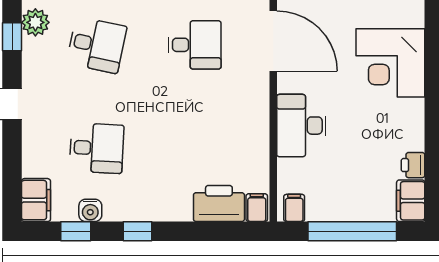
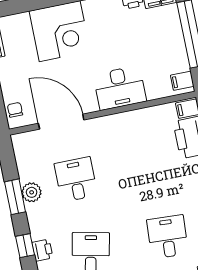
door: (273, 41) -> (61, 122), hinge flipped

